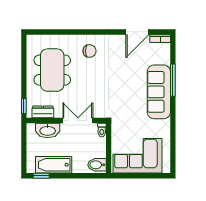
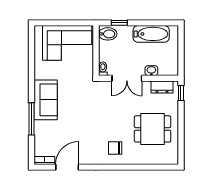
dining table: (52, 70) -> (153, 129), width x0.73
sofa: (159, 92) -> (46, 100), width x0.73
washbasin: (48, 130) -> (151, 71), width x0.52, depth x0.69
window: (41, 176) -> (119, 23), moved

